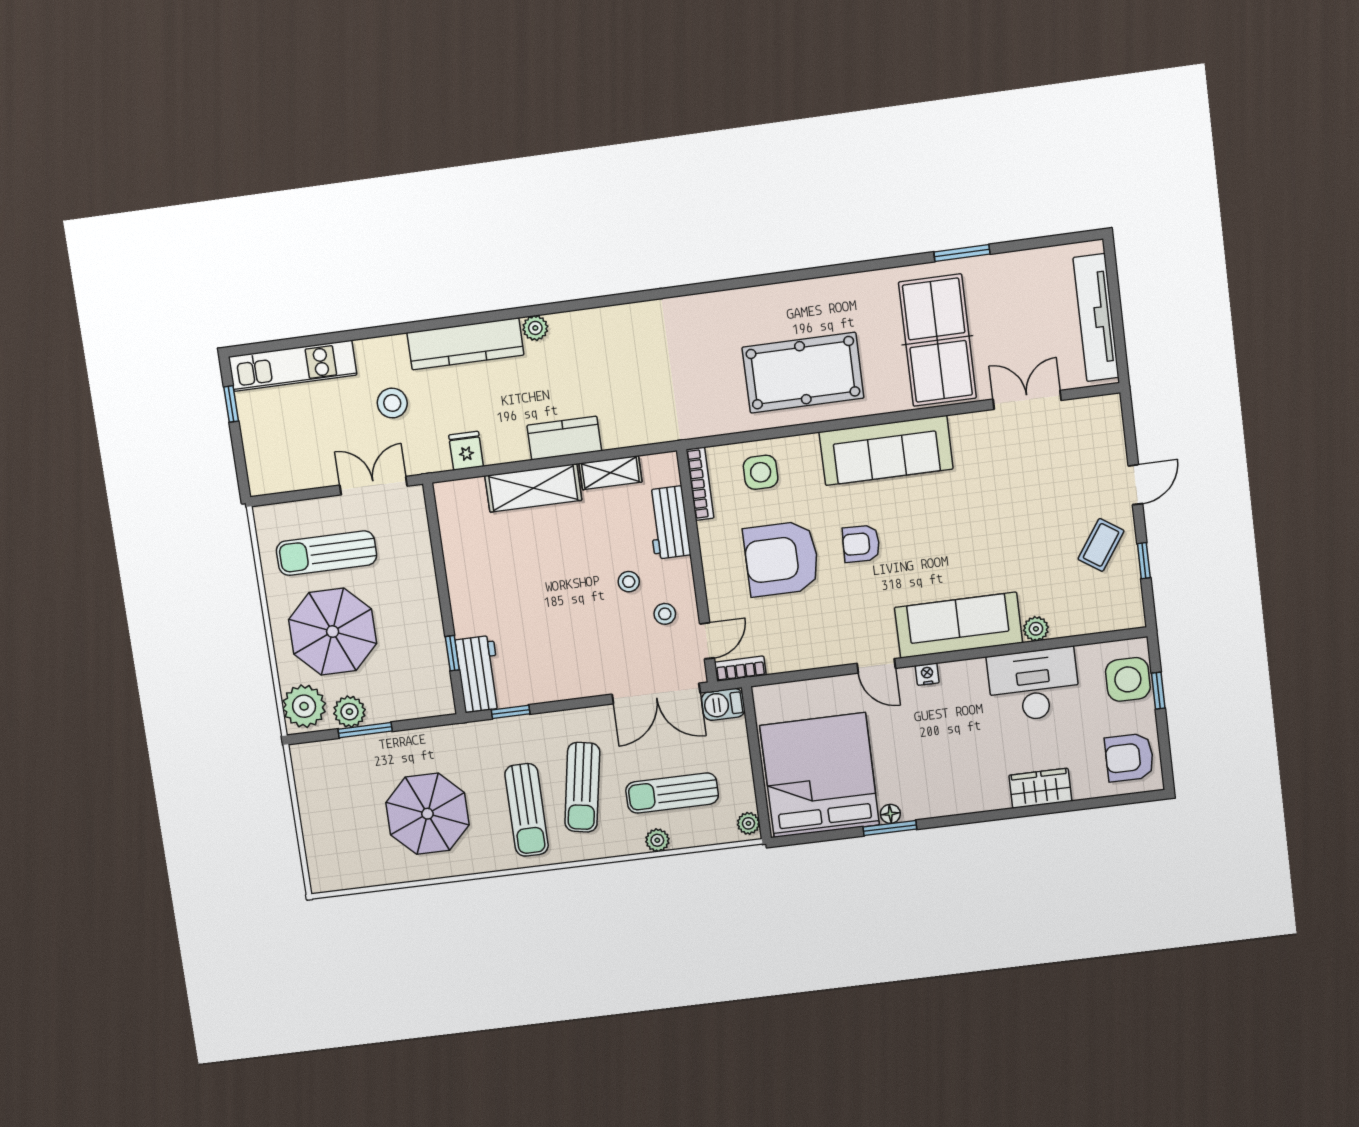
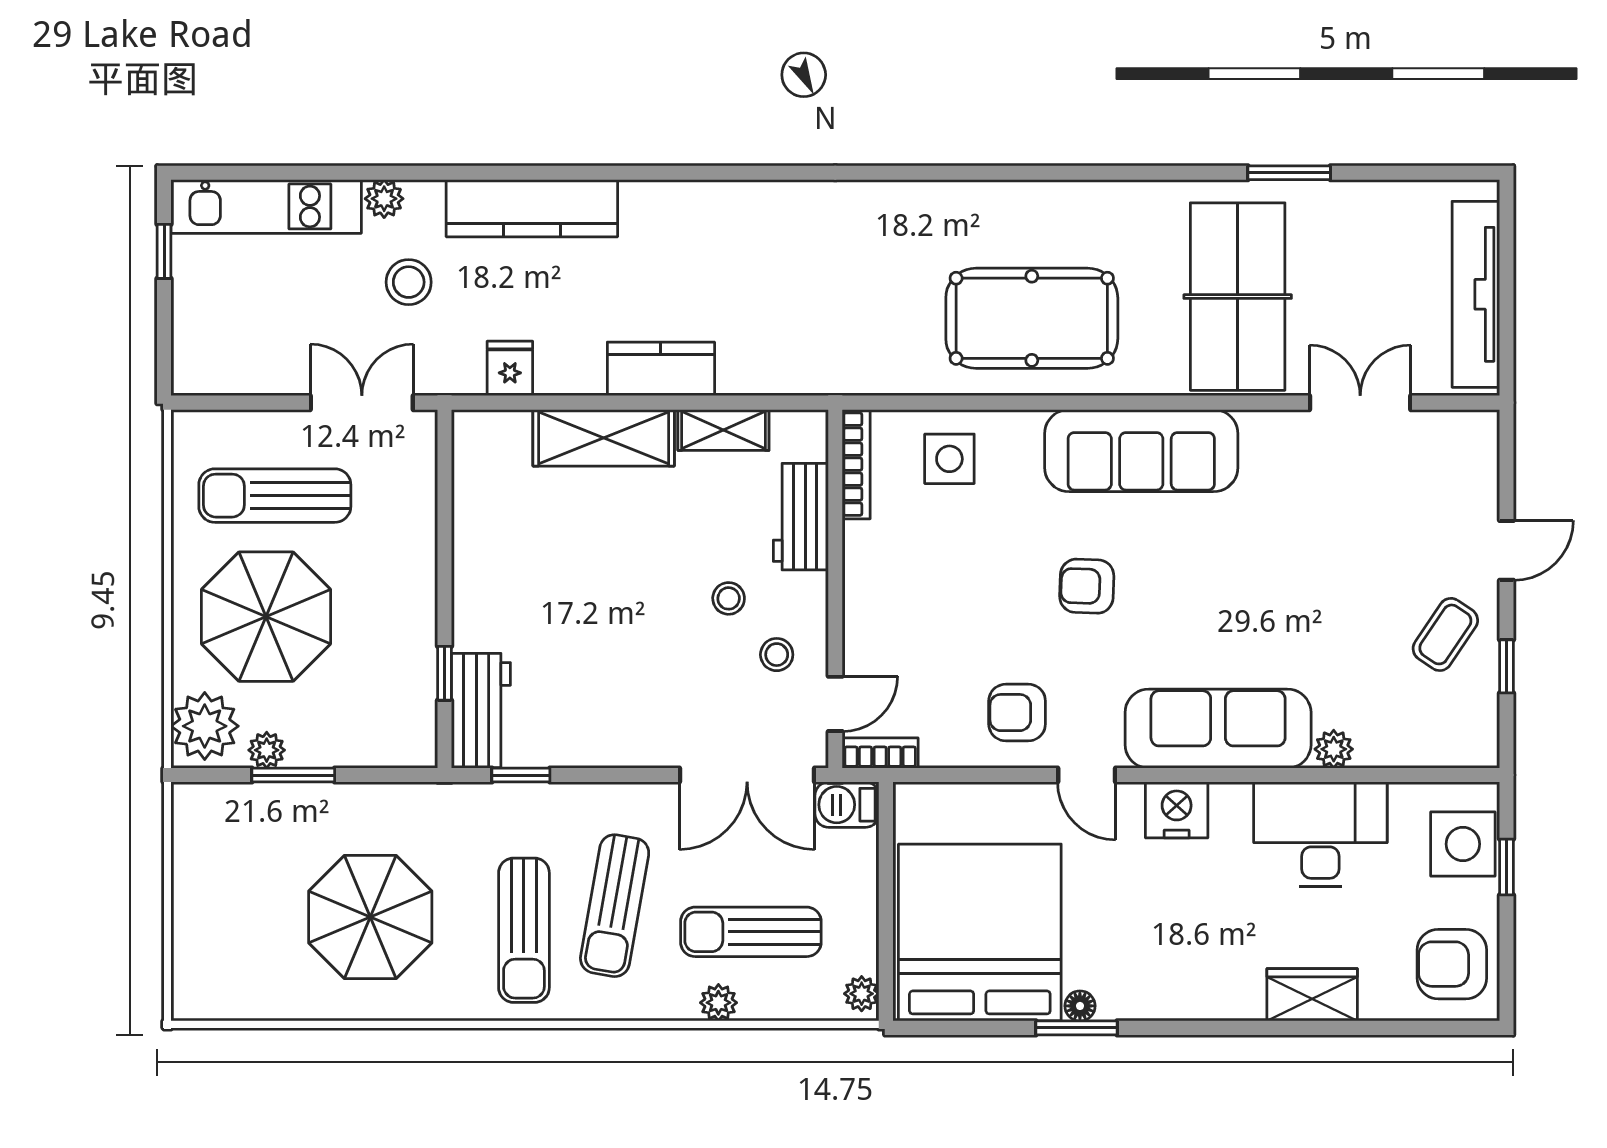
plant: (535, 328) -> (384, 199), moved
armchair: (781, 559) -> (1017, 713), moved, width x0.53, depth x0.53
nightstand: (927, 674) -> (1177, 810), width x1.89, depth x1.79
plant: (349, 712) -> (267, 750), width x0.73, depth x0.73

